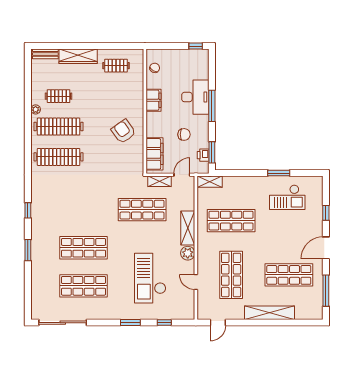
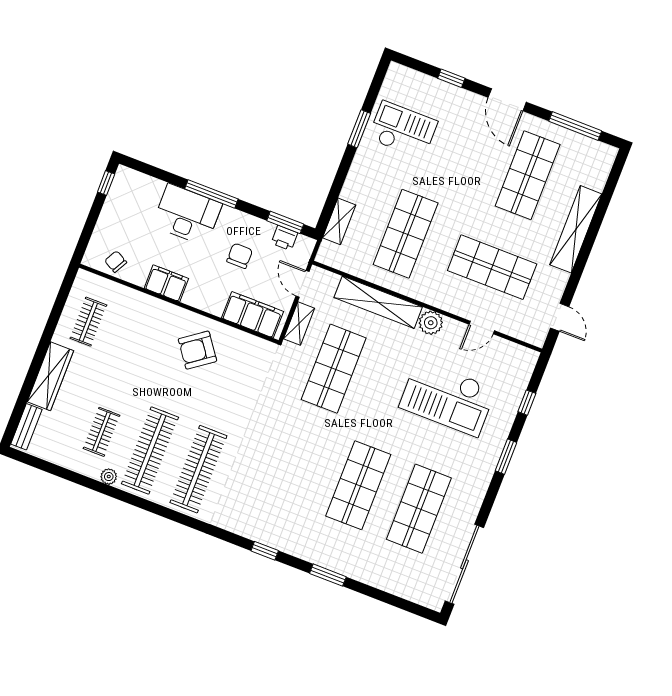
shelving: (210, 182) -> (339, 221), moved
checkout: (287, 197) -> (403, 130), turned -90
shelving: (188, 228) -> (378, 302), width x1.47

